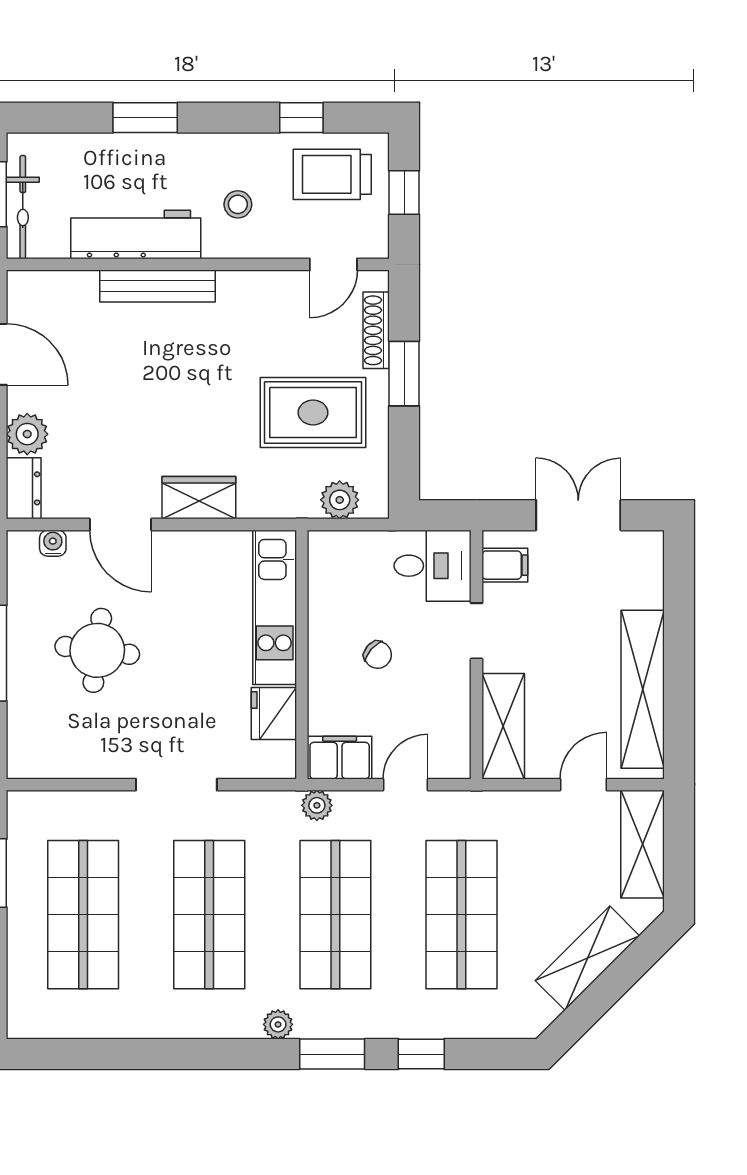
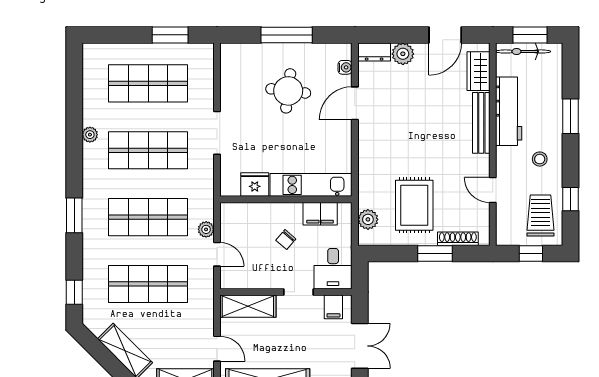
stool: (238, 204) -> (540, 159), moved
door: (333, 264) -> (493, 190), moved
wardrobe: (199, 498) -> (479, 71), moved, turned 180
filing cabinet: (340, 758) -> (320, 214), moved, turned 90
plant: (317, 805) -> (206, 229), moved
plant: (278, 1024) -> (90, 135), moved
window: (421, 1054) -> (74, 292), moved

